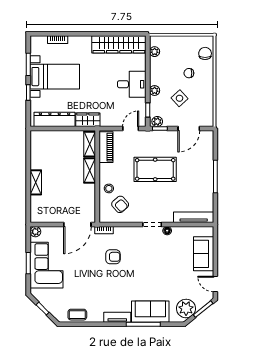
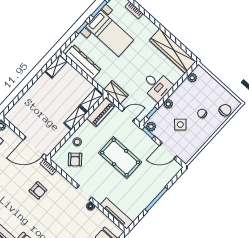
wardrobe: (88, 120) -> (116, 92), moved
shelving: (36, 182) -> (56, 66), moved

